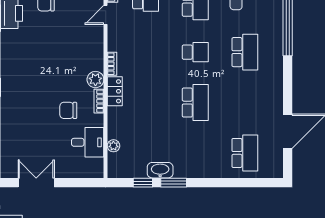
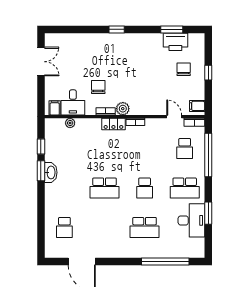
school desk: (245, 153) -> (64, 227), width x0.54
filing cabinet: (95, 165) -> (55, 108), added
washbasin: (160, 170) -> (51, 172), moved

